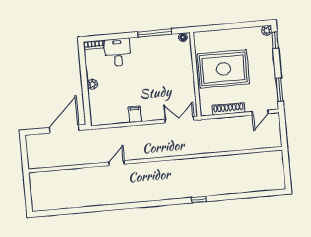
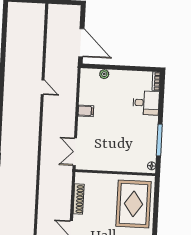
rug: (223, 69) -> (134, 204), moved
plant: (92, 84) -> (104, 74), moved
double door: (179, 120) -> (75, 152), swing flipped

